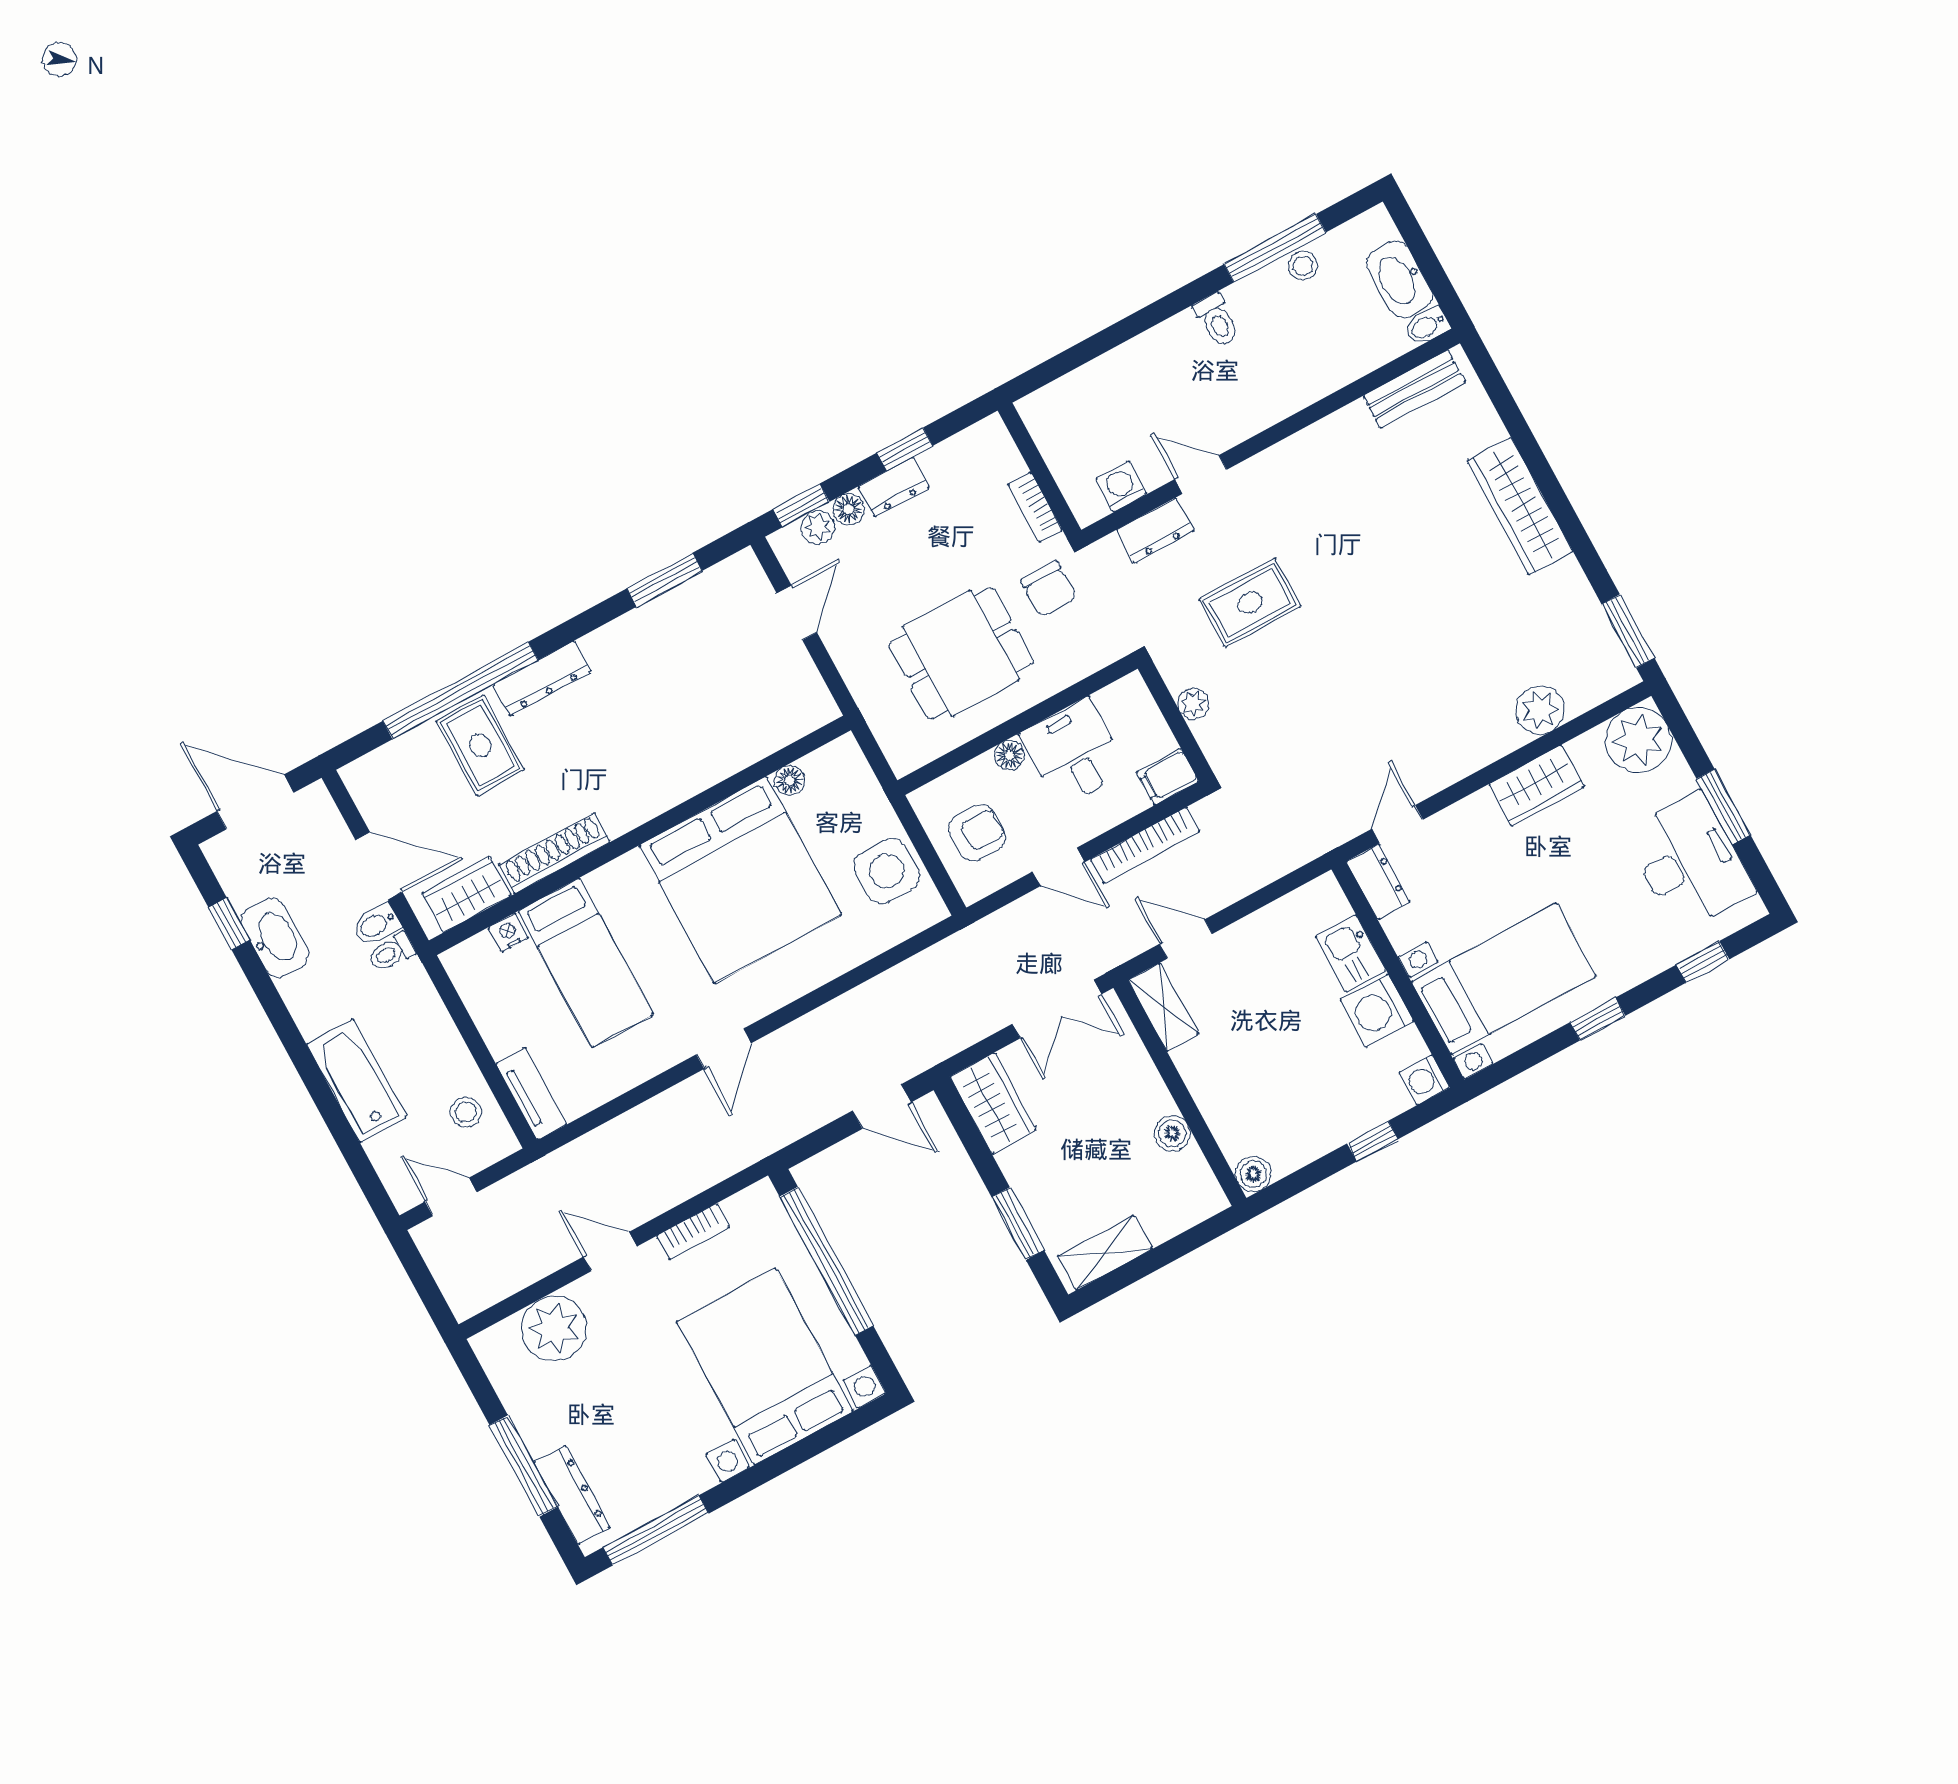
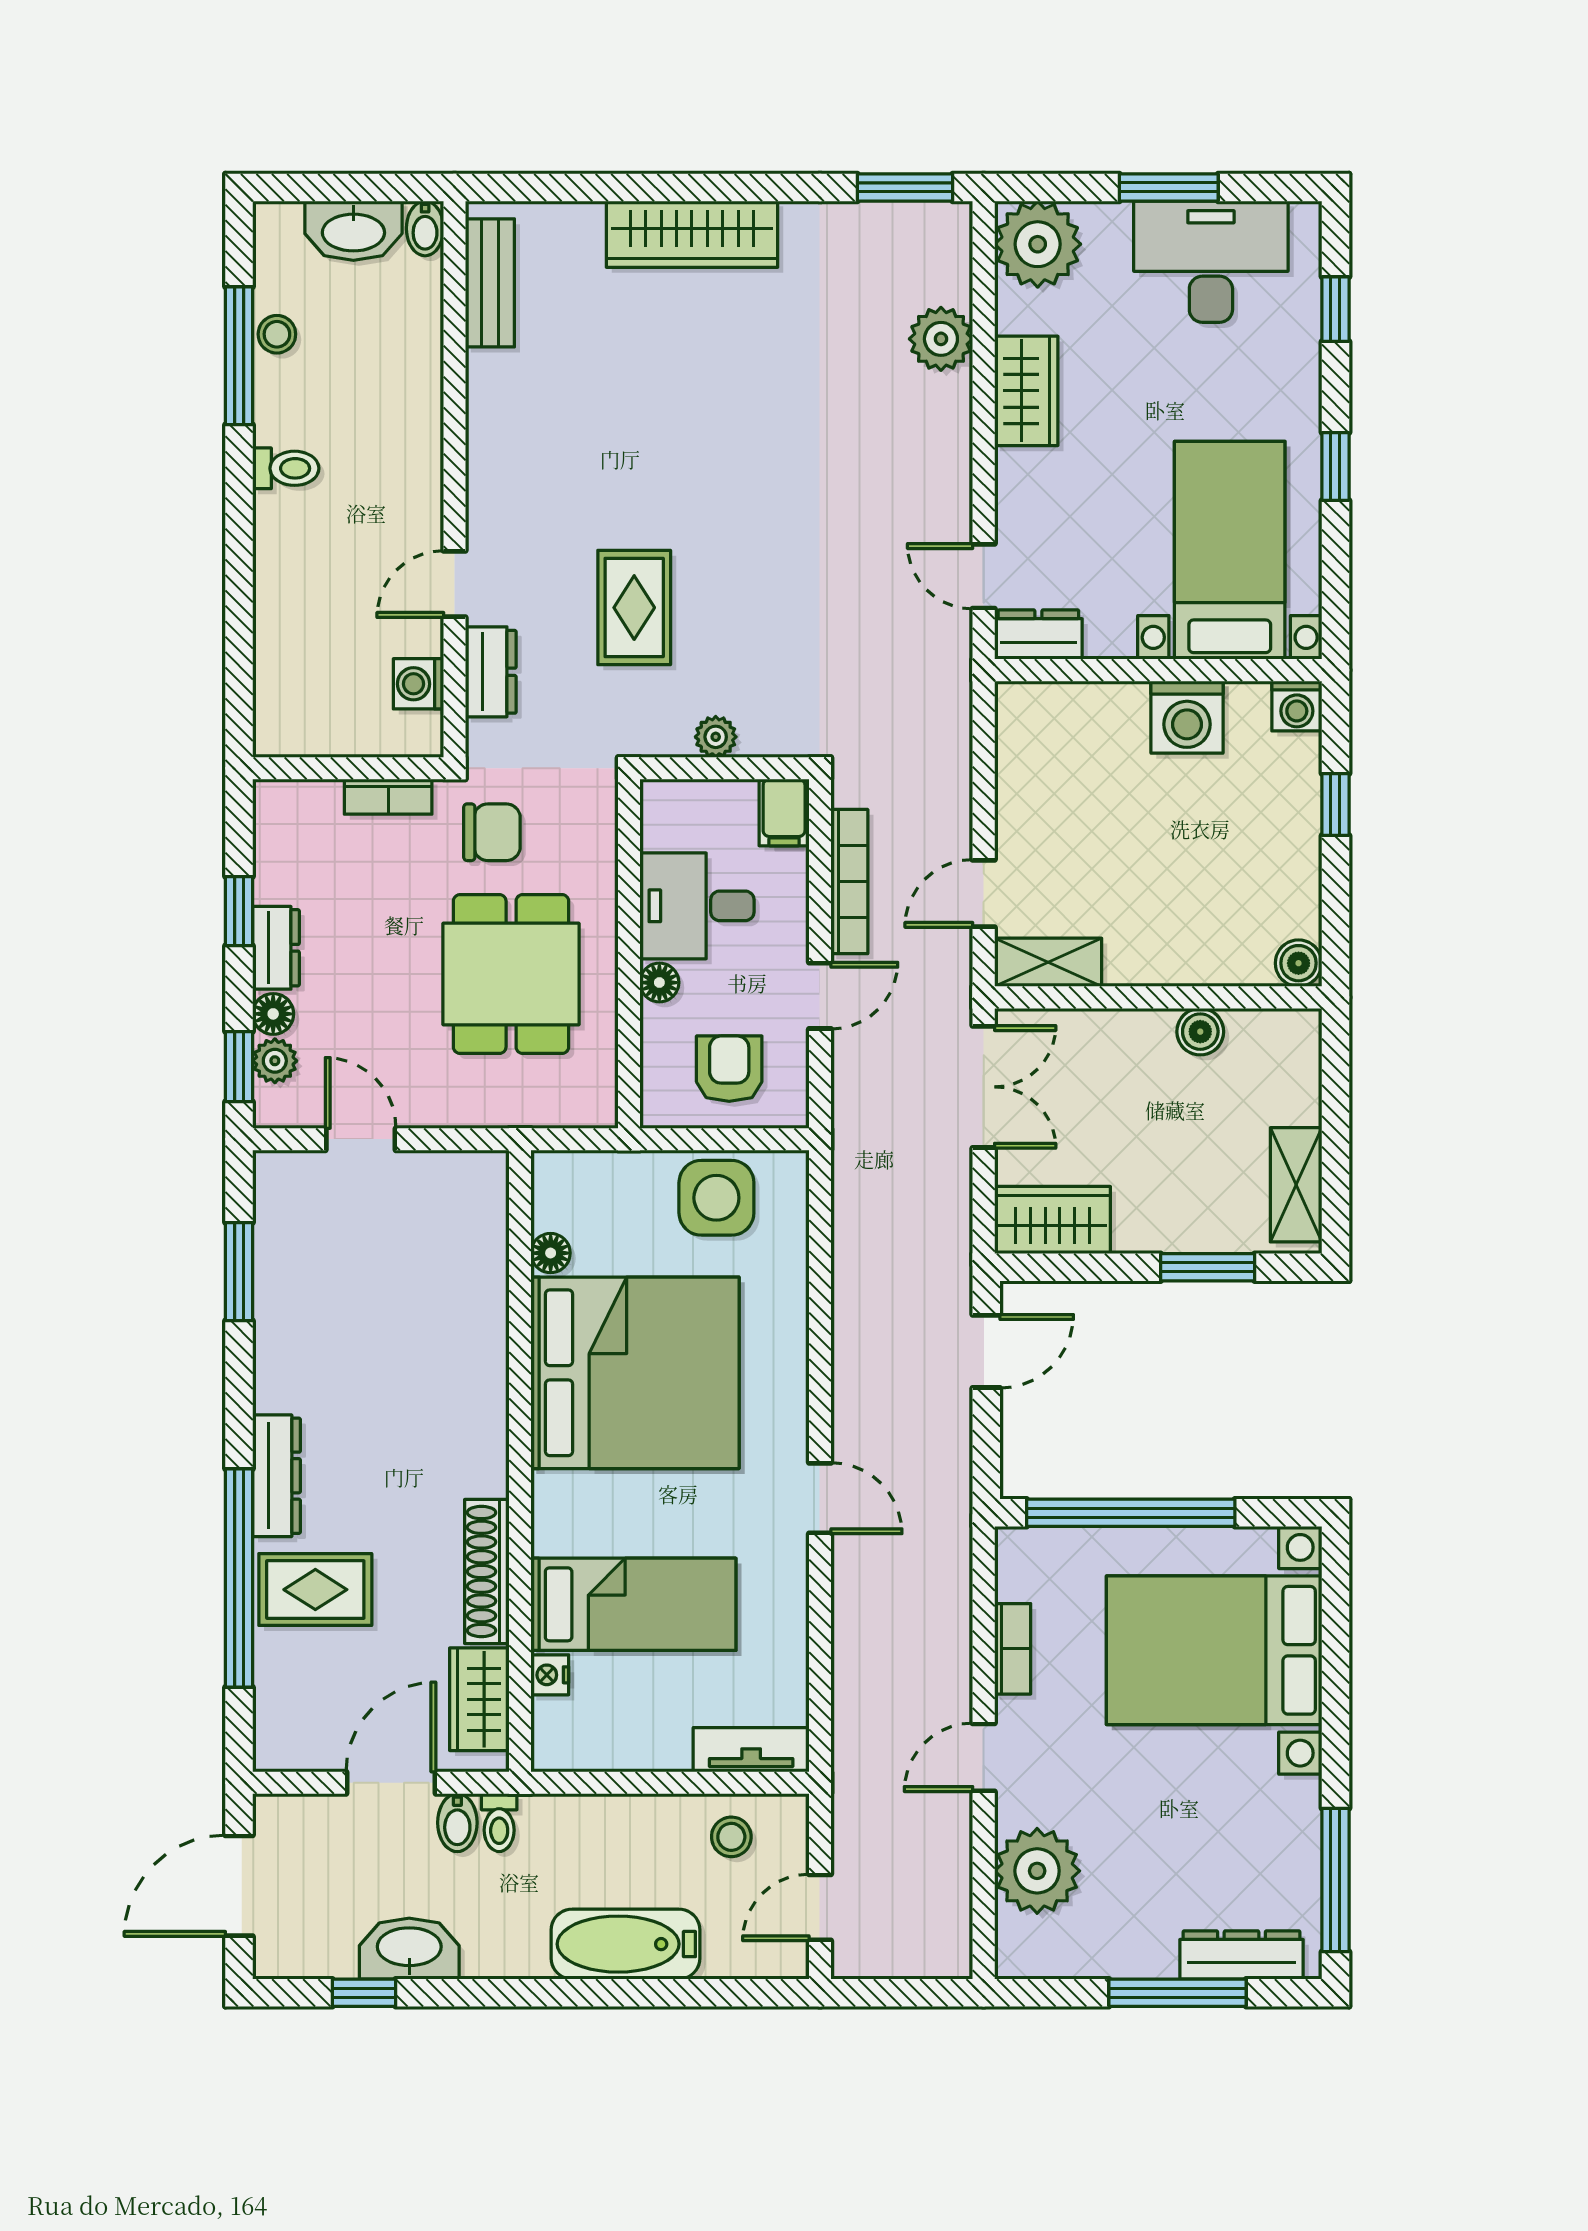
kitchen sink: (1351, 954) -> (1105, 711), removed

